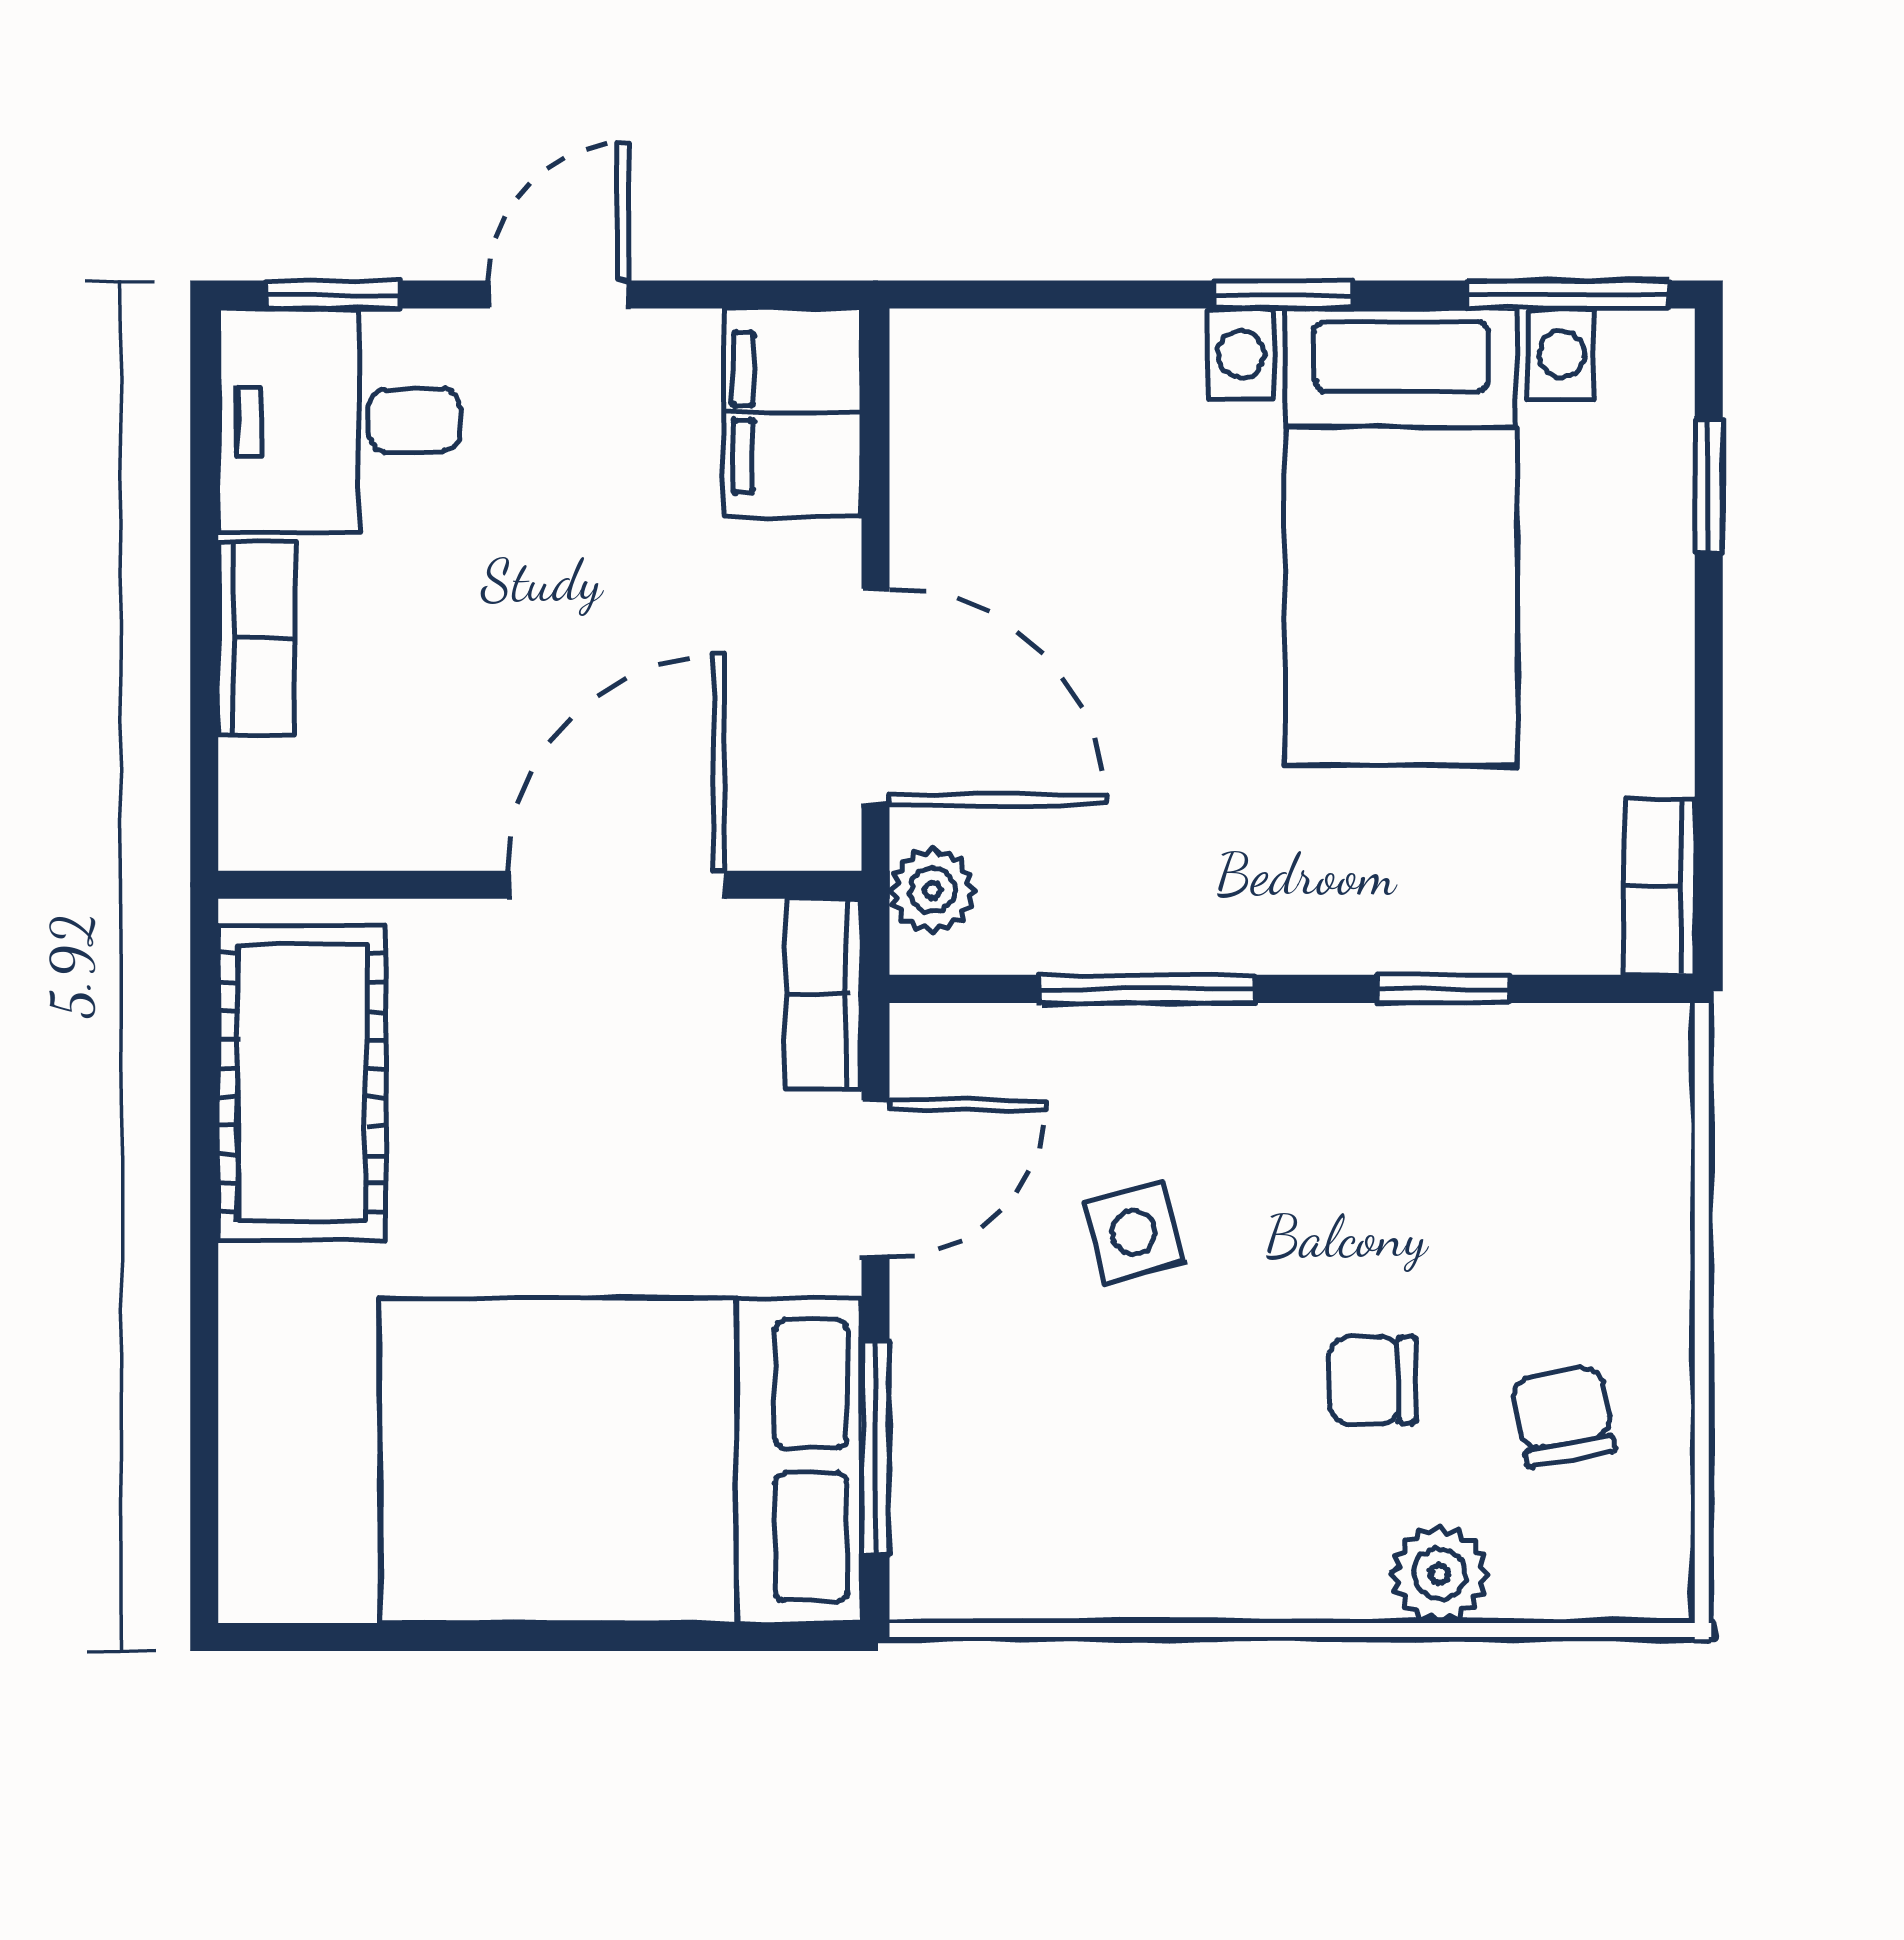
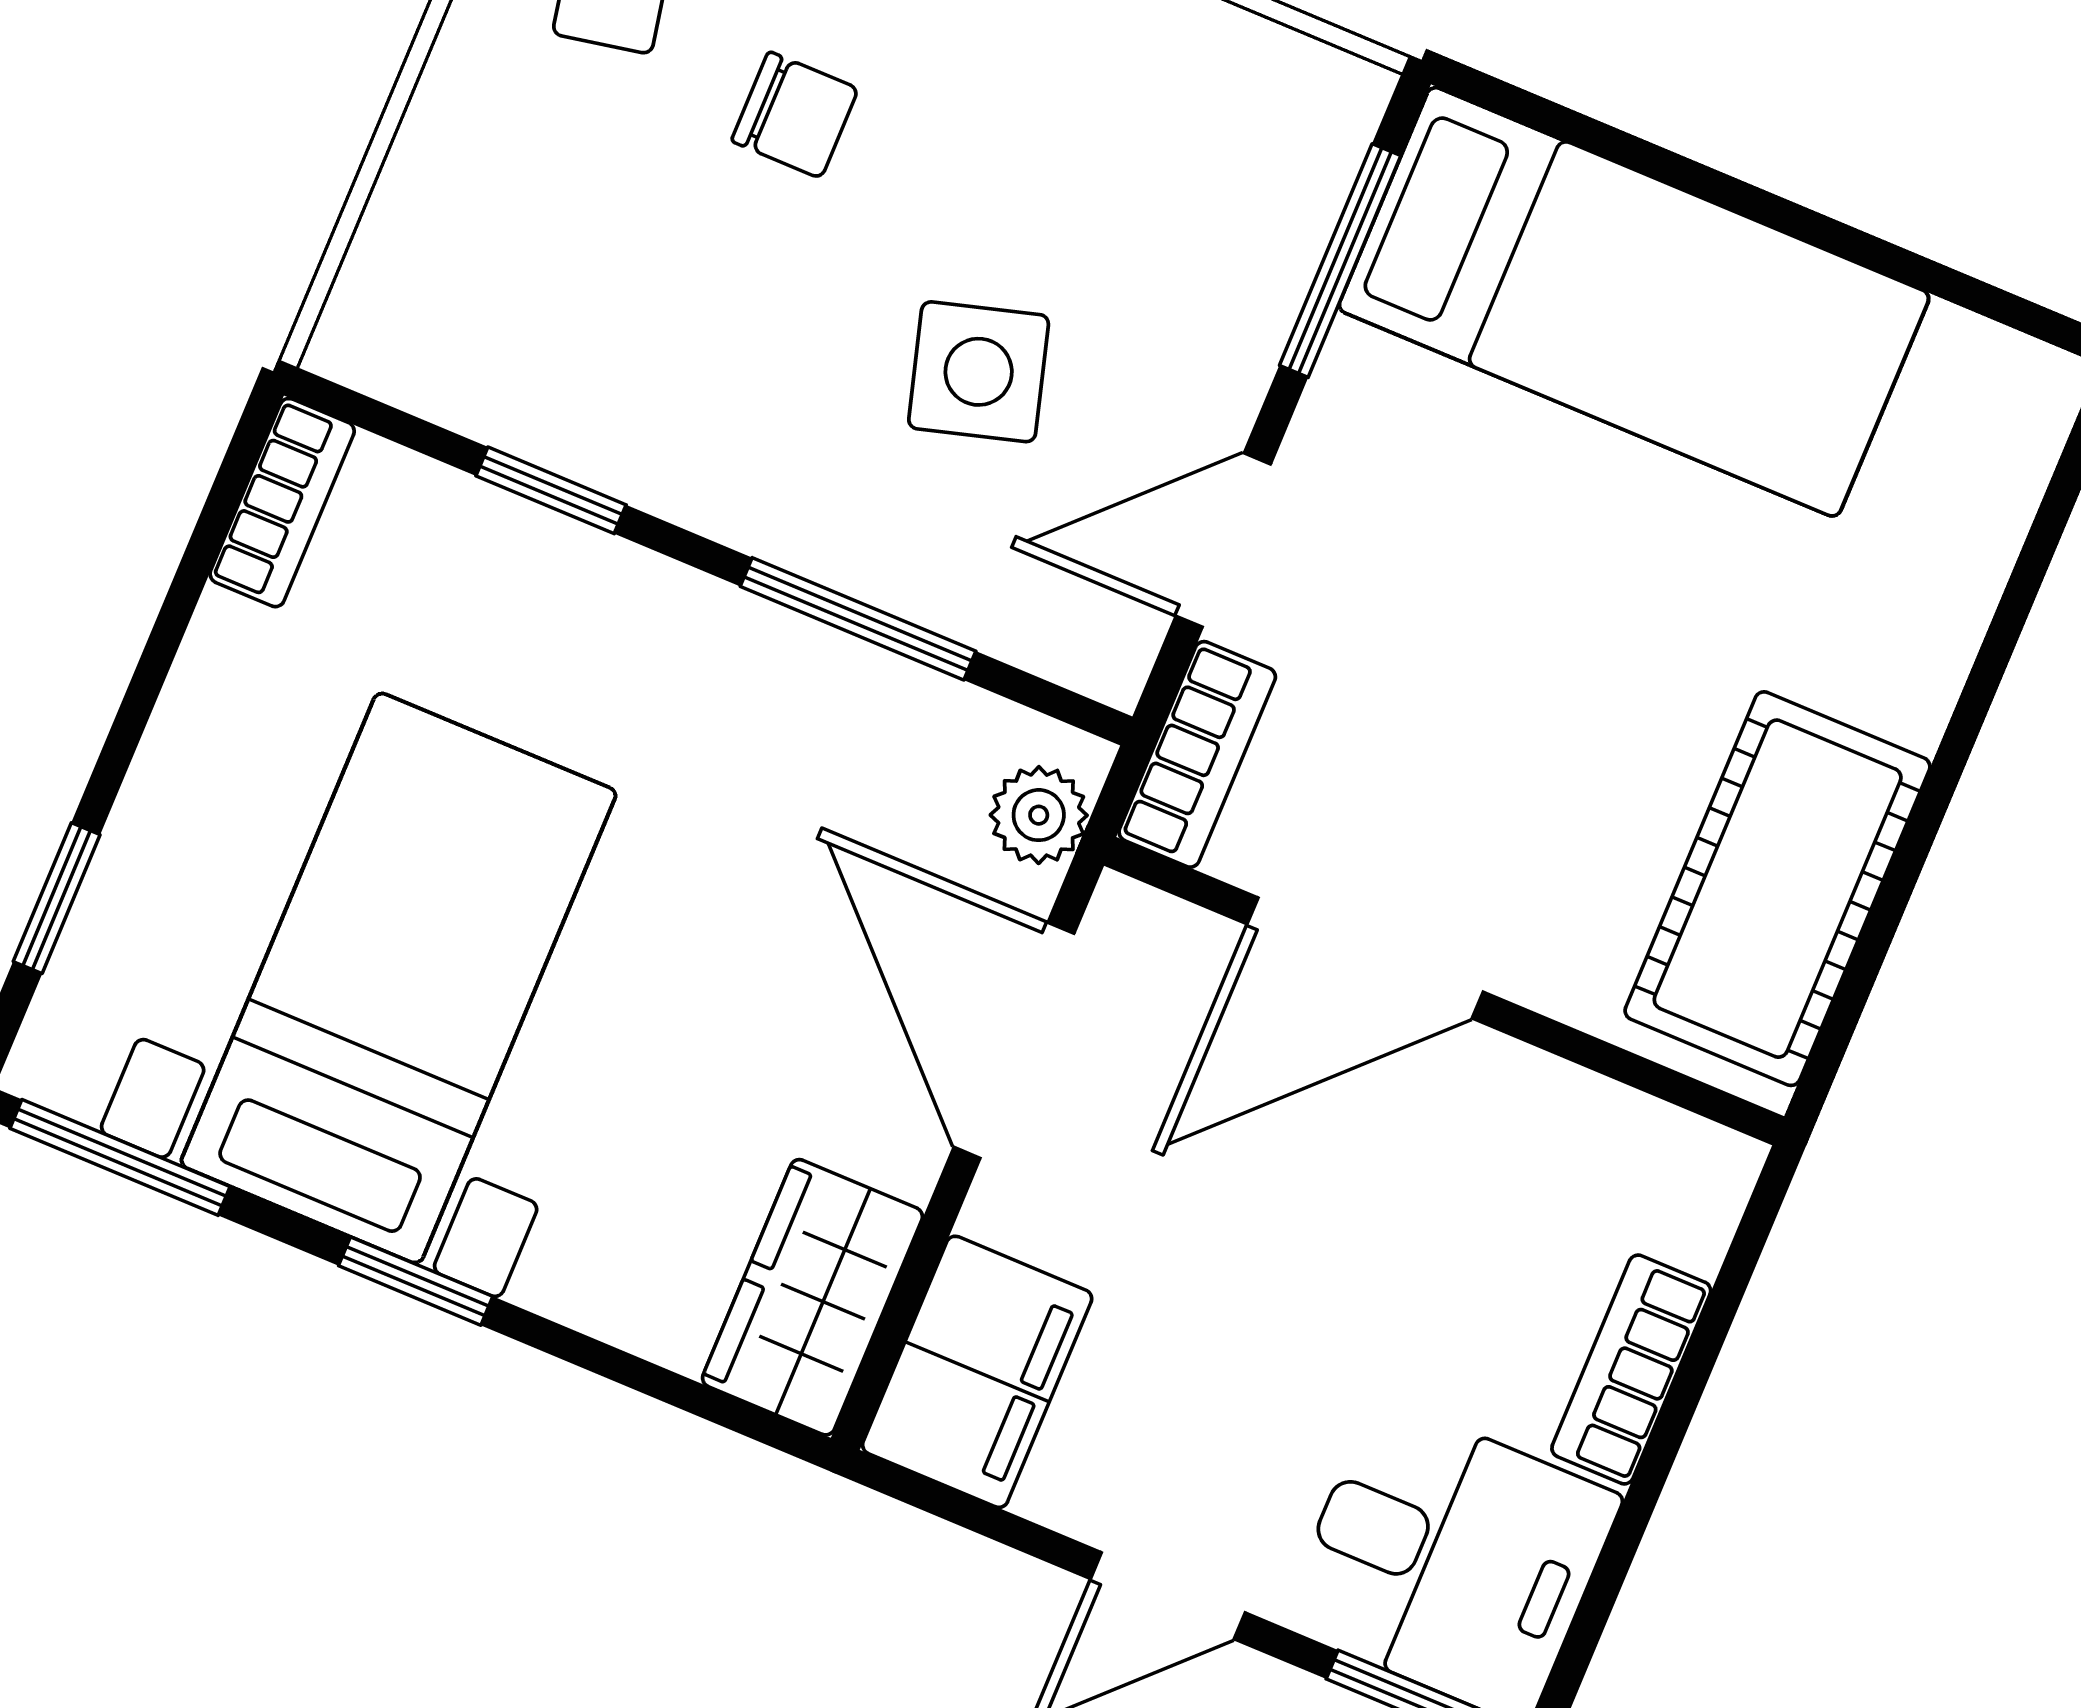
wardrobe: (953, 417) -> (813, 1297), added
side table: (1134, 1233) -> (979, 372), width x1.37, depth x1.37
bed: (621, 1460) -> (1634, 302), width x0.67

